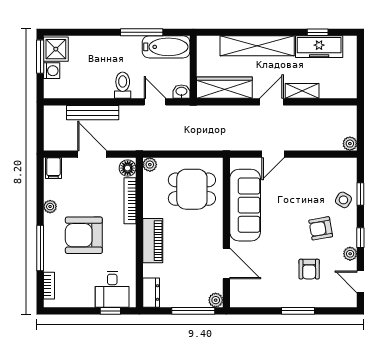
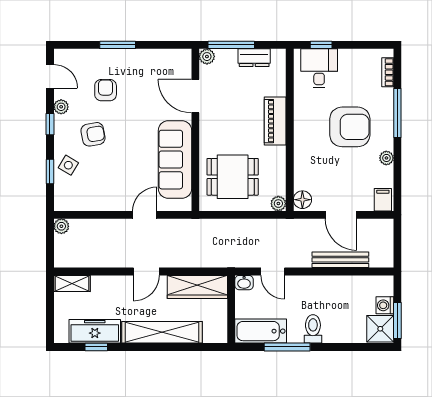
toilet: (123, 85) -> (313, 329), moved, turned 180
shelving: (302, 91) -> (72, 283), moved
bookcase: (130, 201) -> (300, 164), removed
dresser: (151, 293) -> (254, 58), moved, turned -90

